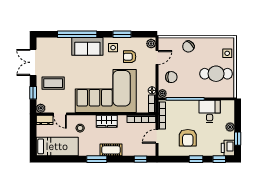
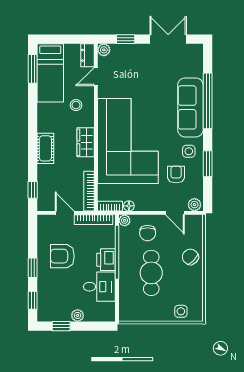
sofa: (87, 46) -> (190, 107), width x1.36
cafe table: (216, 74) -> (151, 273), moved
coffee table: (53, 83) -> (139, 67), removed
printer: (228, 148) -> (106, 260), moved, turned -90
window: (97, 159) -> (33, 69), moved

